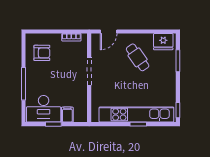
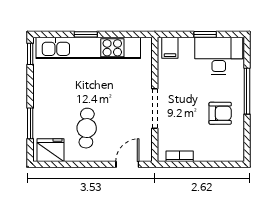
armchair: (42, 53) -> (220, 113), moved, turned 180
cafe table: (138, 57) -> (87, 128), turned 38
filing cabinet: (67, 115) -> (170, 48), moved

